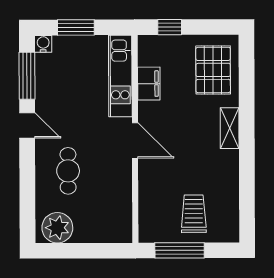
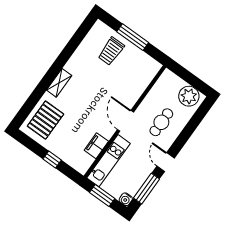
kitchen unit: (120, 76) -> (108, 161), moved
filing cabinet: (149, 84) -> (96, 146), moved
wall: (135, 139) -> (125, 122), moved
door: (135, 140) -> (125, 121), moved

